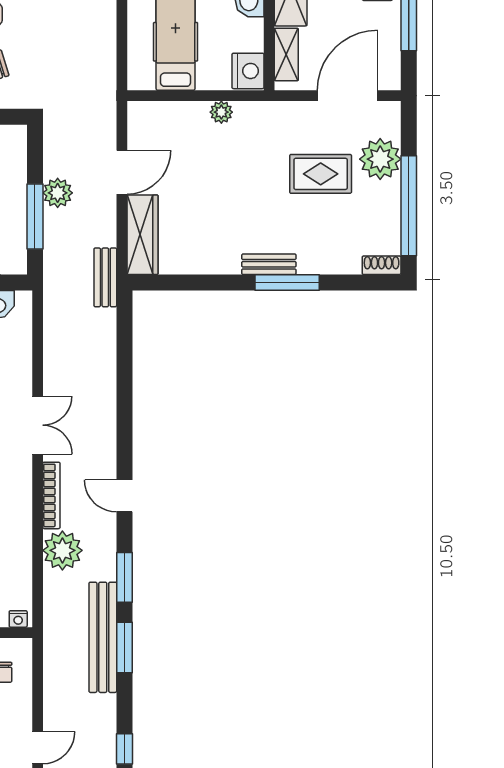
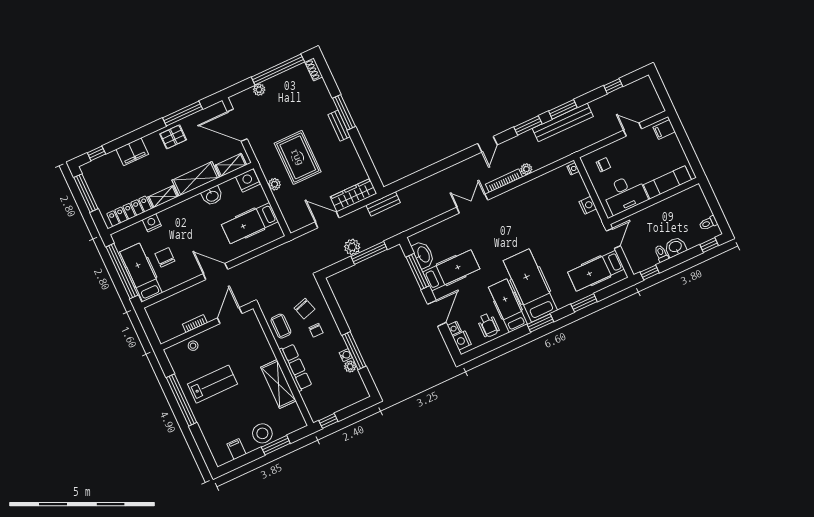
plant: (380, 159) -> (259, 90), width x0.53, depth x0.53
rug: (321, 174) -> (298, 157), moved, width x1.36, depth x1.43
plant: (62, 550) -> (526, 169), width x0.53, depth x0.53

